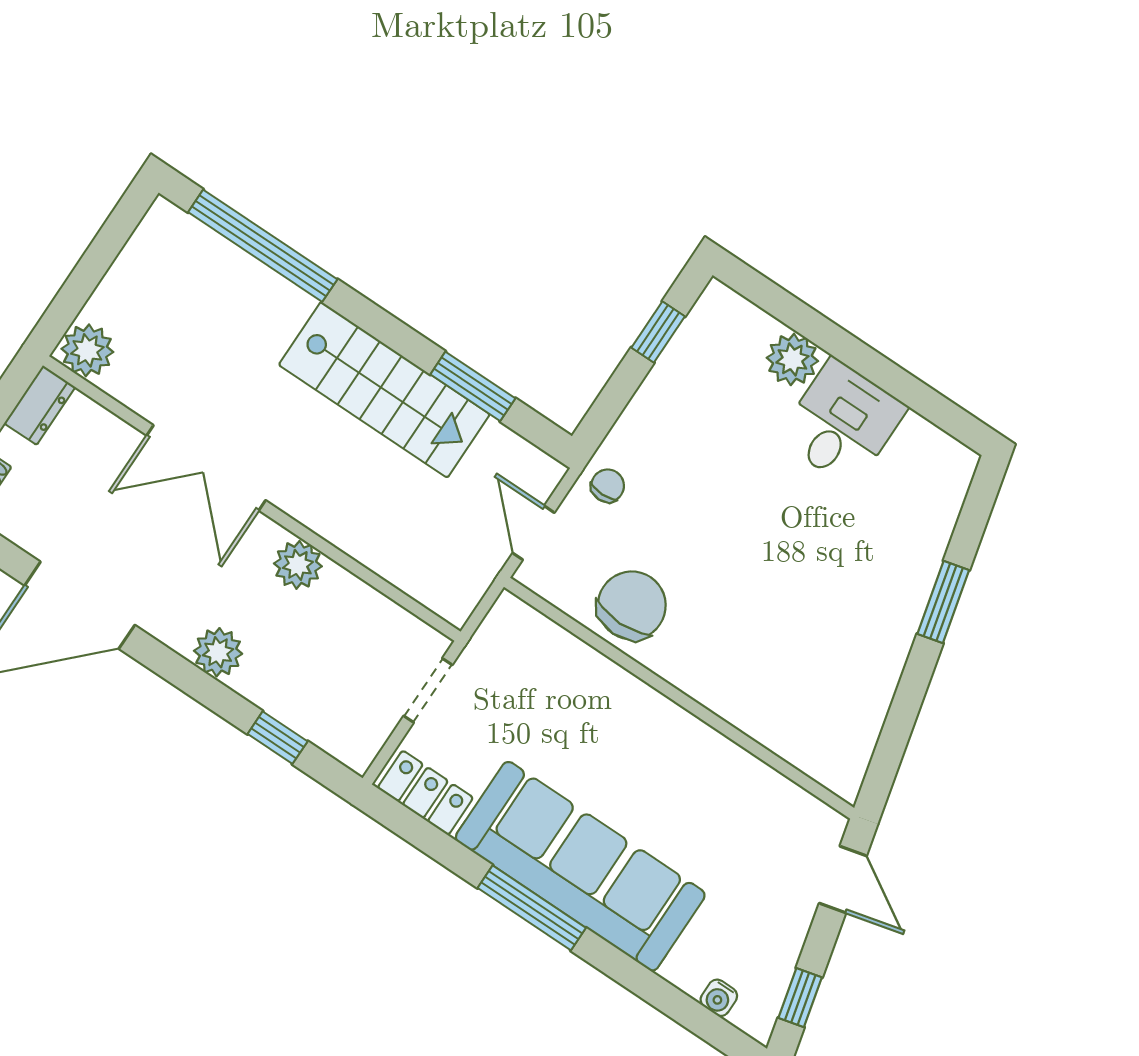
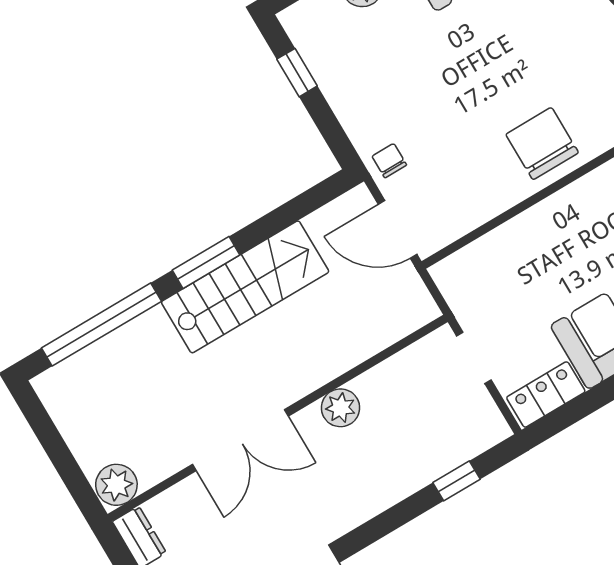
window: (473, 386) -> (206, 263), moved
door: (533, 533) -> (398, 229), width x1.38
chair: (632, 605) -> (542, 144), moved
plant: (218, 652) -> (376, 494), removed

